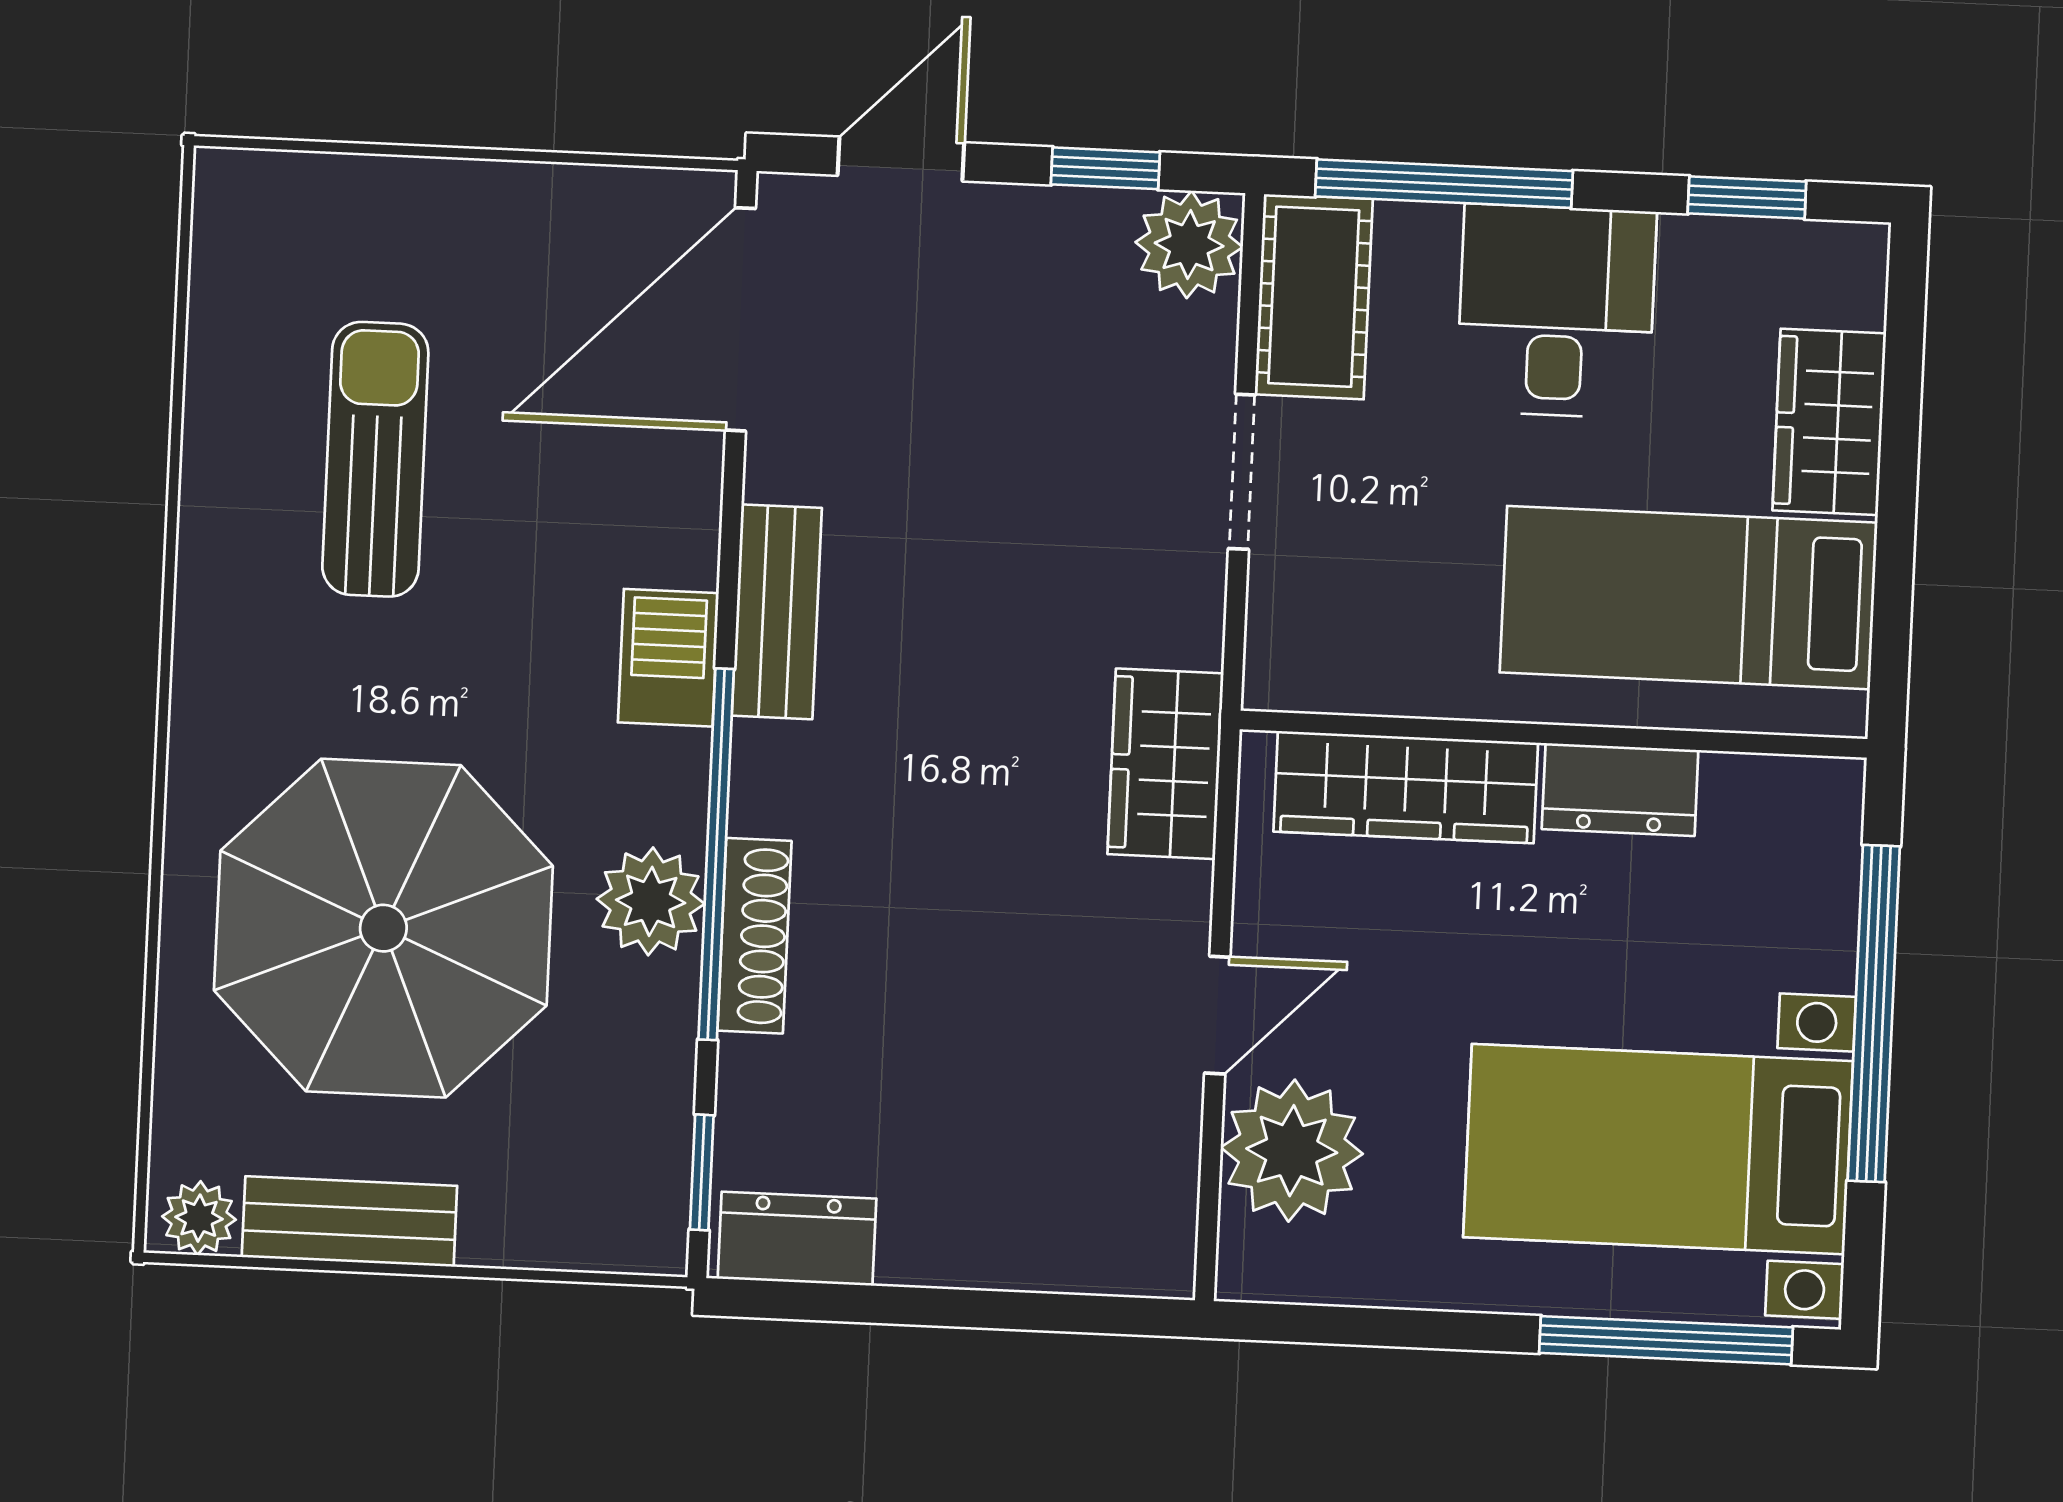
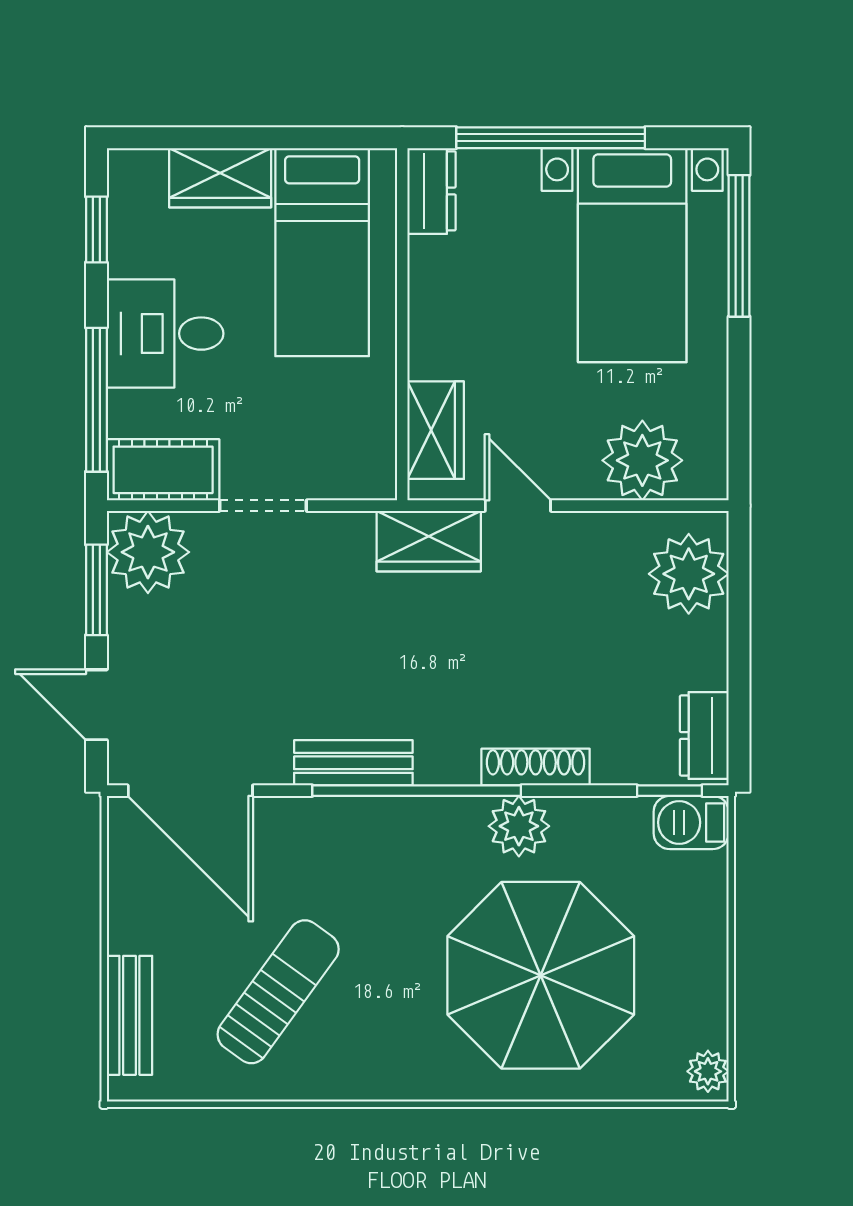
window: (1105, 168) -> (96, 590), width x1.50
plant: (1189, 245) -> (148, 552), width x1.36, depth x1.36
sun lounger: (375, 459) -> (278, 992), turned 126
barbecue: (668, 658) -> (691, 822), moved
wardrobe: (1406, 787) -> (436, 430), width x0.67
dresser: (1620, 790) -> (432, 191), moved
window: (716, 854) -> (417, 791), moved
door: (1217, 1015) -> (518, 506), moved
bench: (349, 1221) -> (129, 1015), moved
plant: (1086, 1224) -> (689, 574), added

